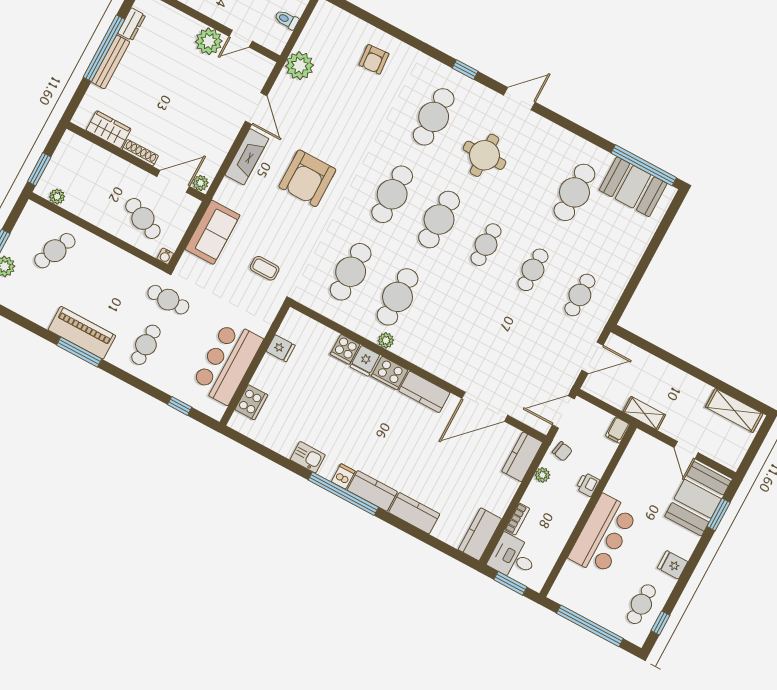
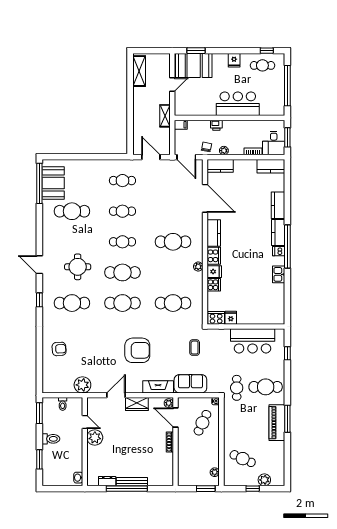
wardrobe: (109, 130) -> (137, 404), moved, turned -90
fireplace: (247, 157) -> (158, 387), moved
cafe table: (398, 297) -> (173, 242), moved
cafe table: (146, 345) -> (266, 387), width x1.37, depth x1.35
cooker: (251, 402) -> (216, 318), moved

